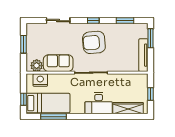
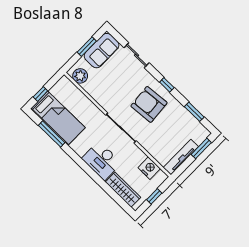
sofa: (58, 63) -> (102, 51), moved, turned 90
nightstand: (40, 80) -> (149, 168), moved

